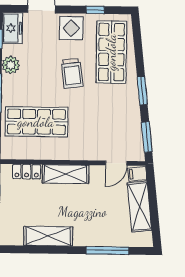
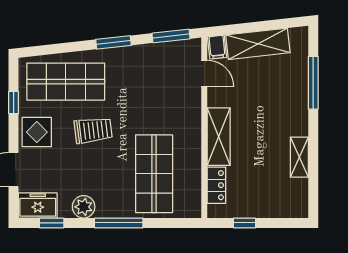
shelving: (48, 236) -> (299, 157), width x0.67, depth x0.75

